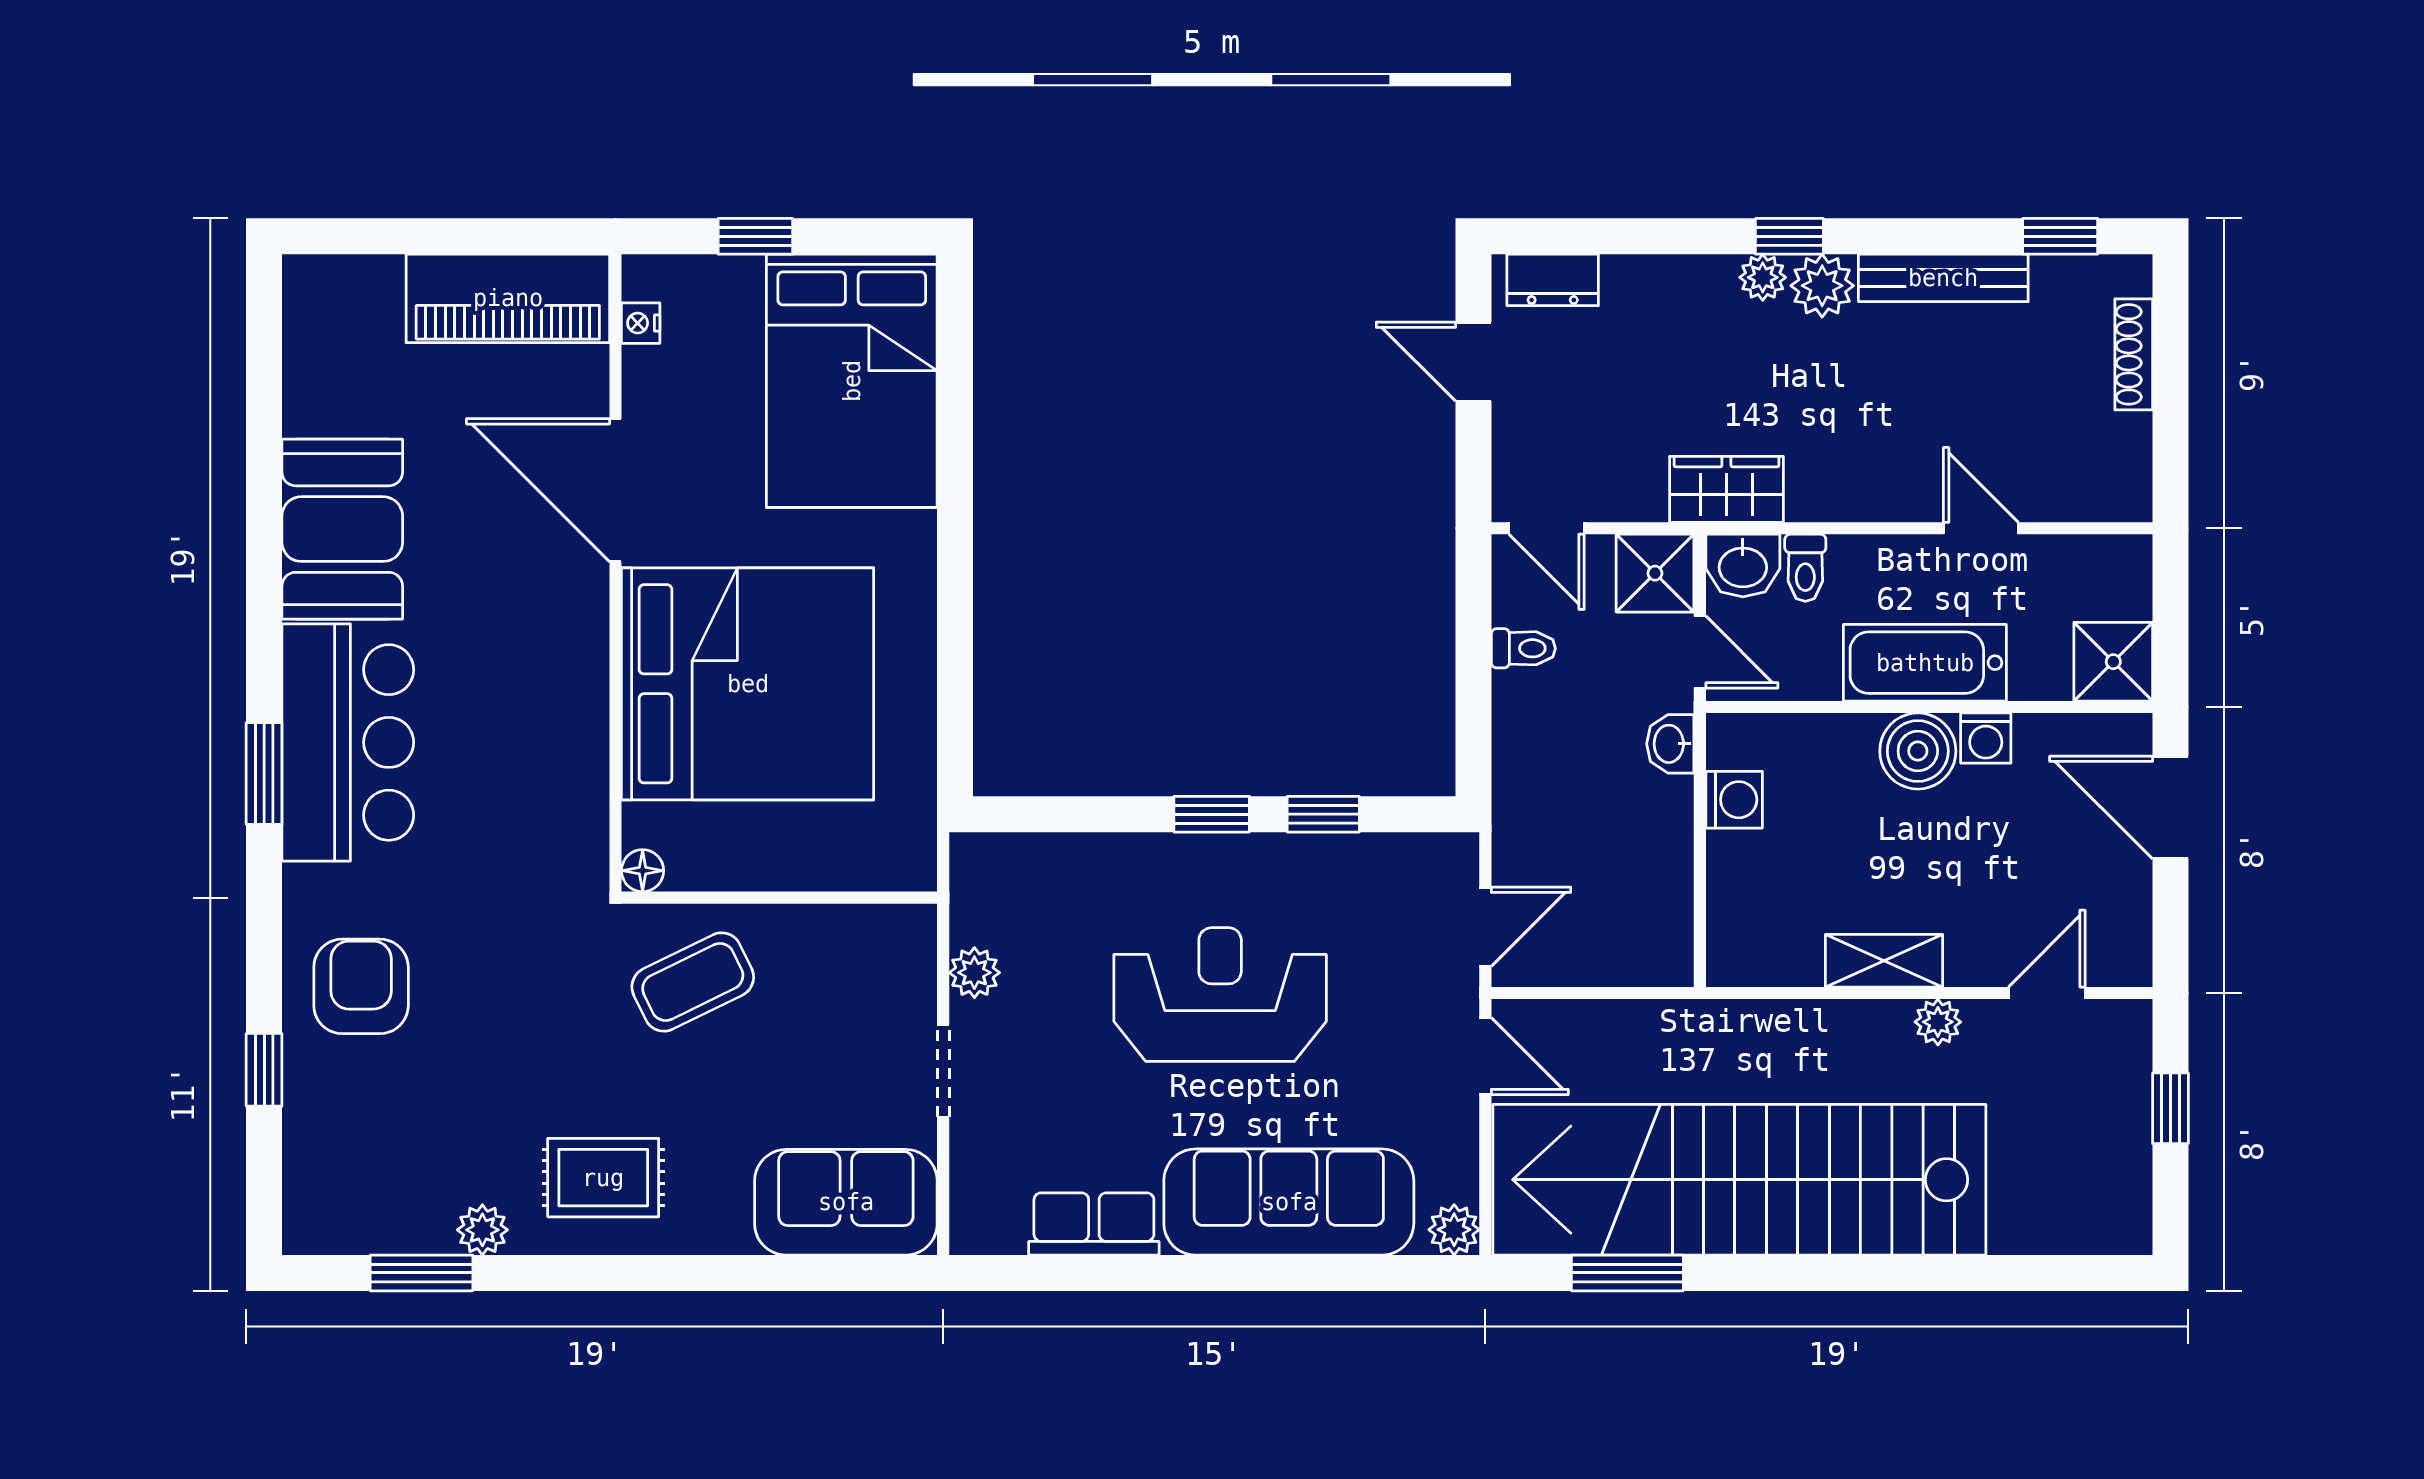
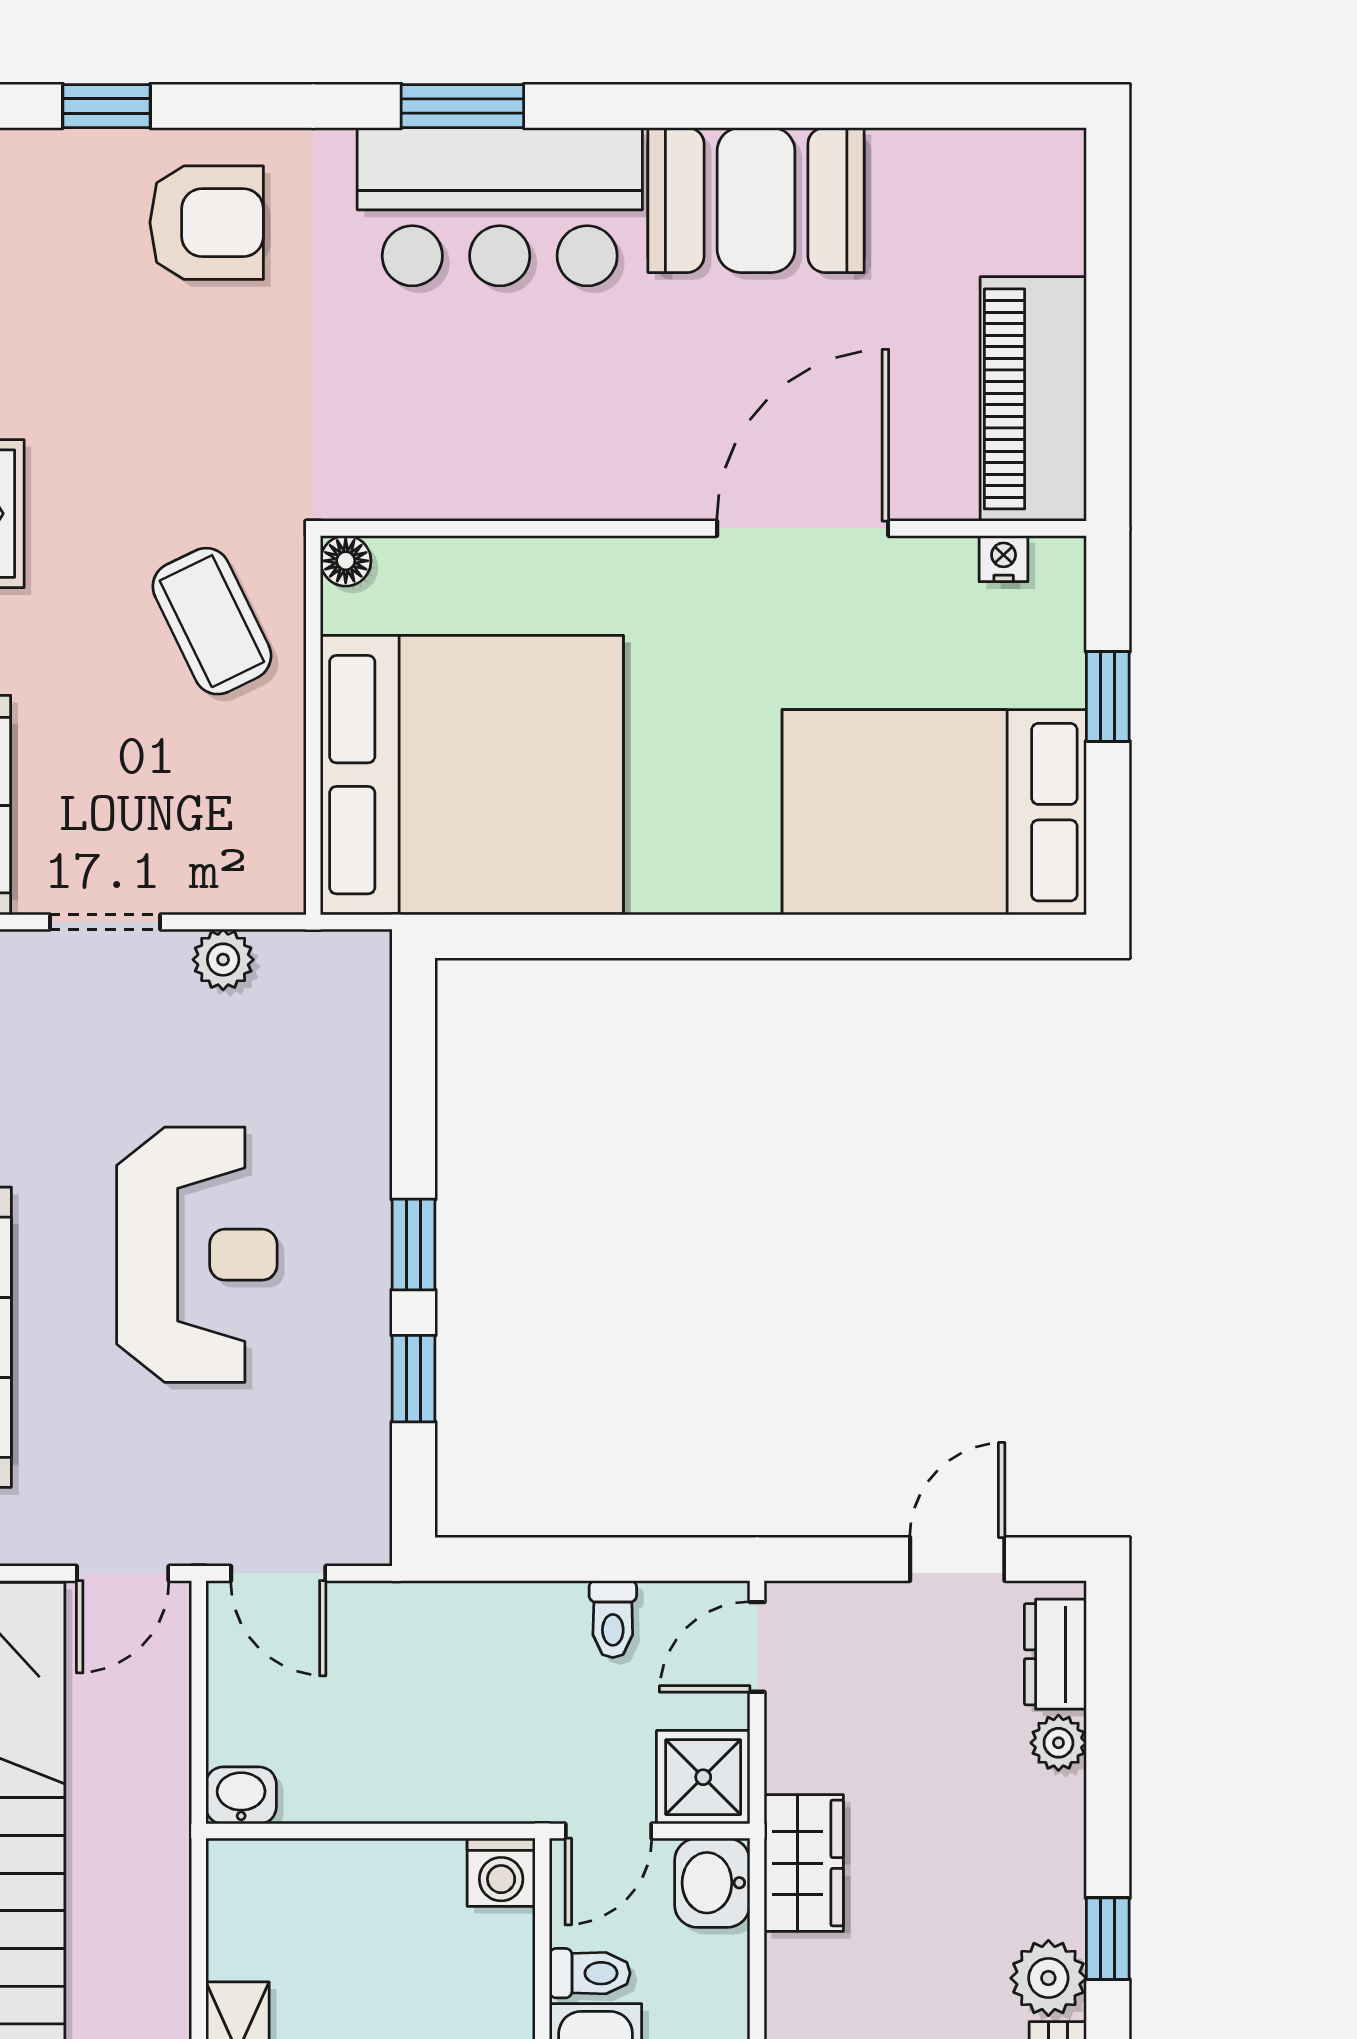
plant: (1763, 277) -> (1058, 1743), moved
toilet: (1805, 568) -> (590, 1973), moved, turned 180
bed: (748, 684) -> (472, 775), moved, turned -90
washbasin: (1670, 744) -> (241, 1795), moved
washing machine: (1734, 800) -> (501, 1872), moved

